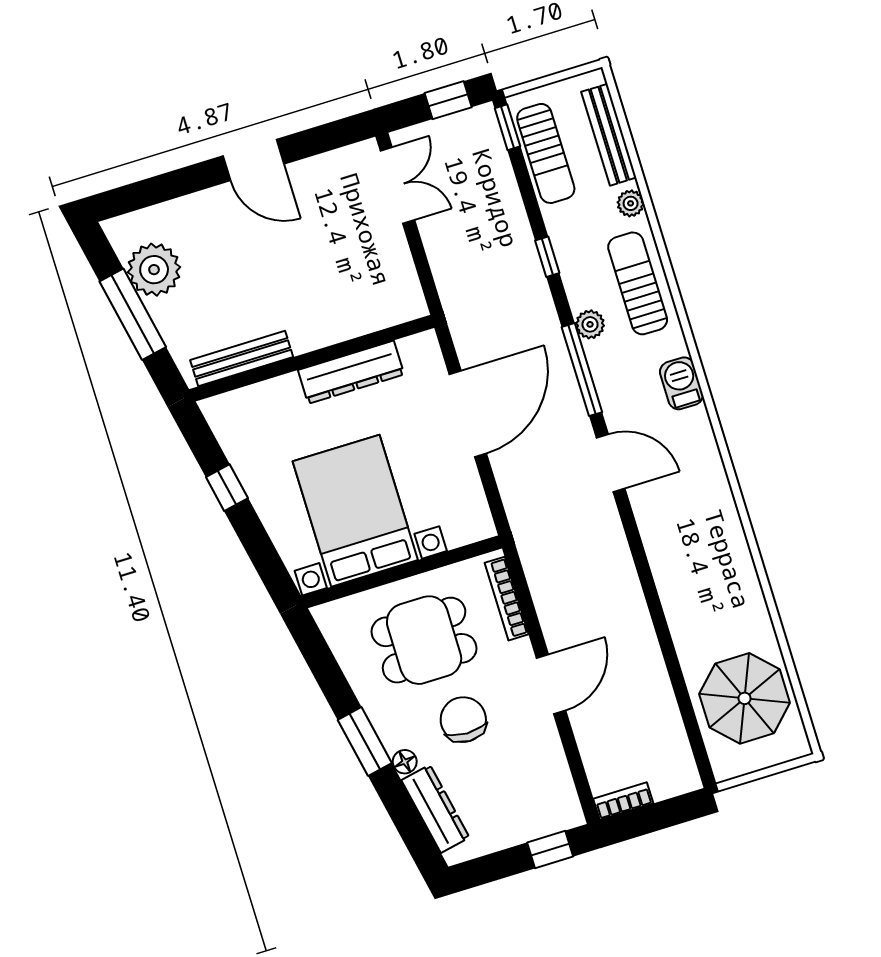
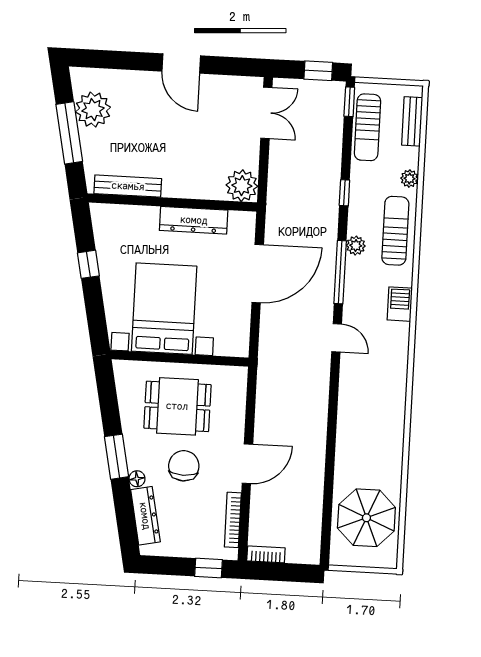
bench: (609, 135) -> (412, 121), width x0.73
plant: (401, 299) -> (242, 186), added
door: (611, 463) -> (337, 338), width x0.73
bookcase: (507, 599) -> (233, 520), moved

